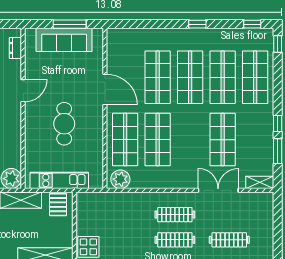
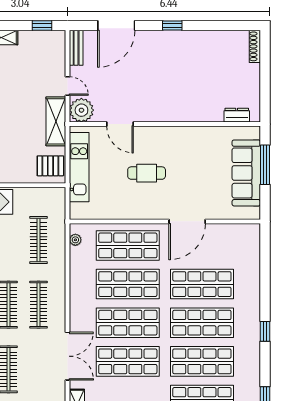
window: (70, 24) -> (265, 165), moved
door: (23, 91) -> (120, 124), moved
cafe table: (64, 124) -> (147, 173), width x0.73, depth x0.74
shop shelf: (190, 140) -> (128, 323), added
plant: (120, 179) -> (75, 240), width x0.53, depth x0.53
clothes rail: (120, 215) -> (39, 240), added

